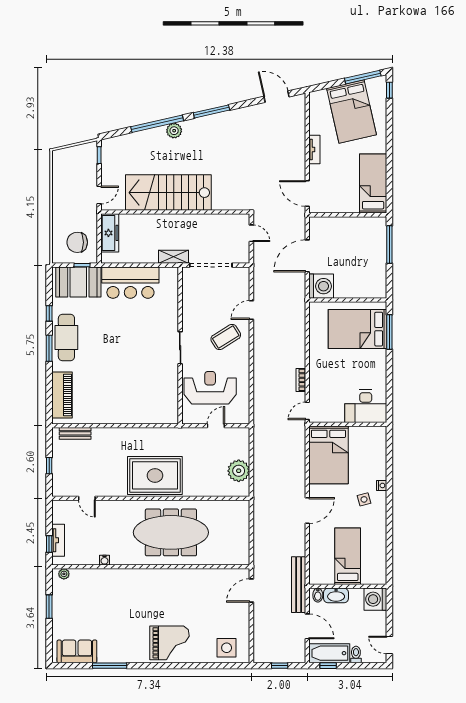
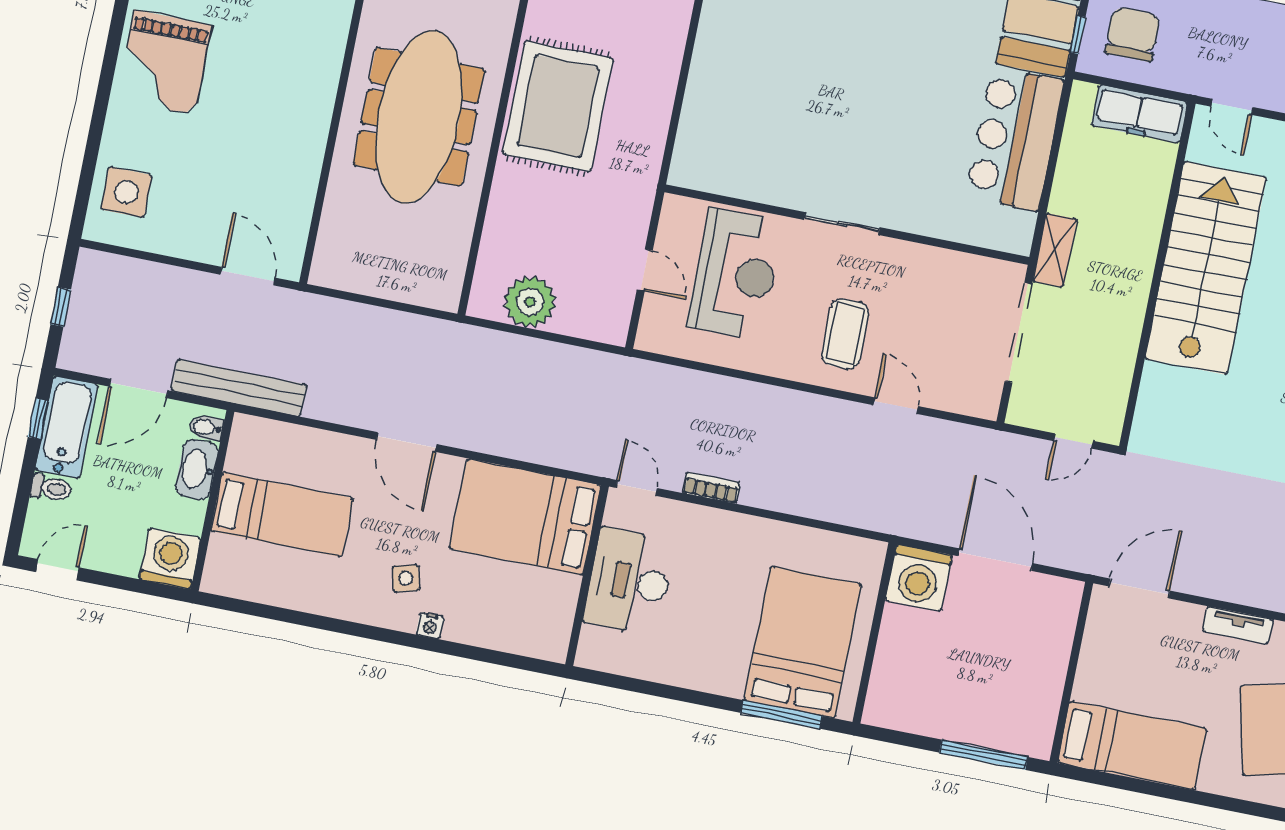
coffee table: (226, 337) -> (845, 334), turned 32
desk: (366, 406) -> (629, 581), moved

